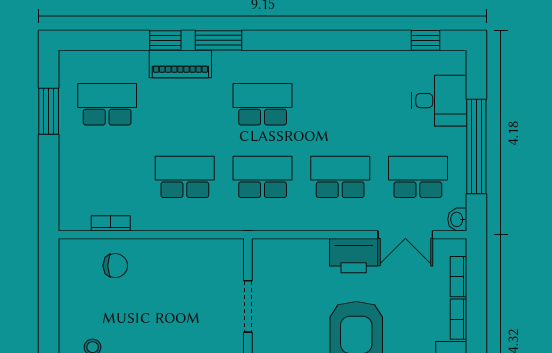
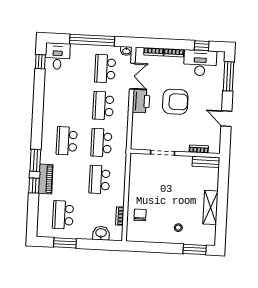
desk: (439, 101) -> (57, 56), moved
washbasin: (73, 186) -> (101, 233), added

